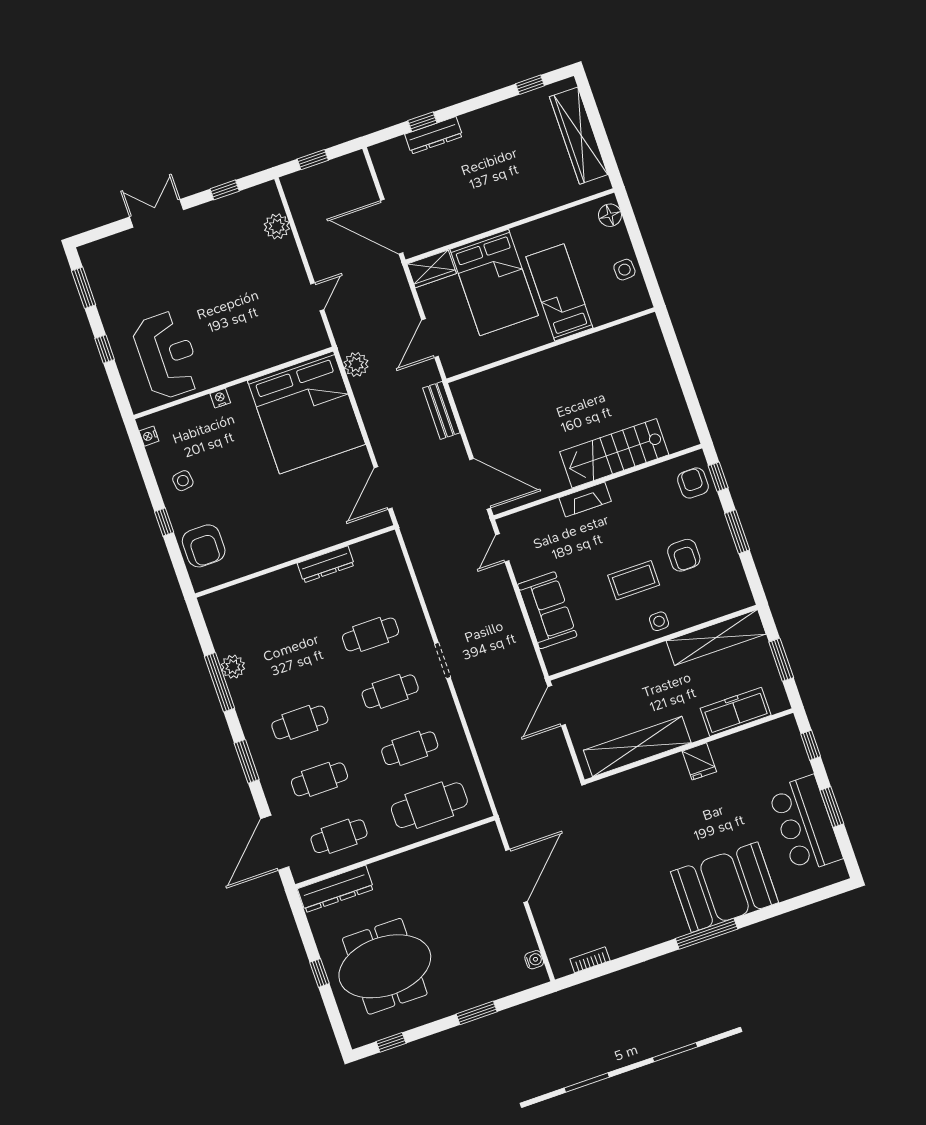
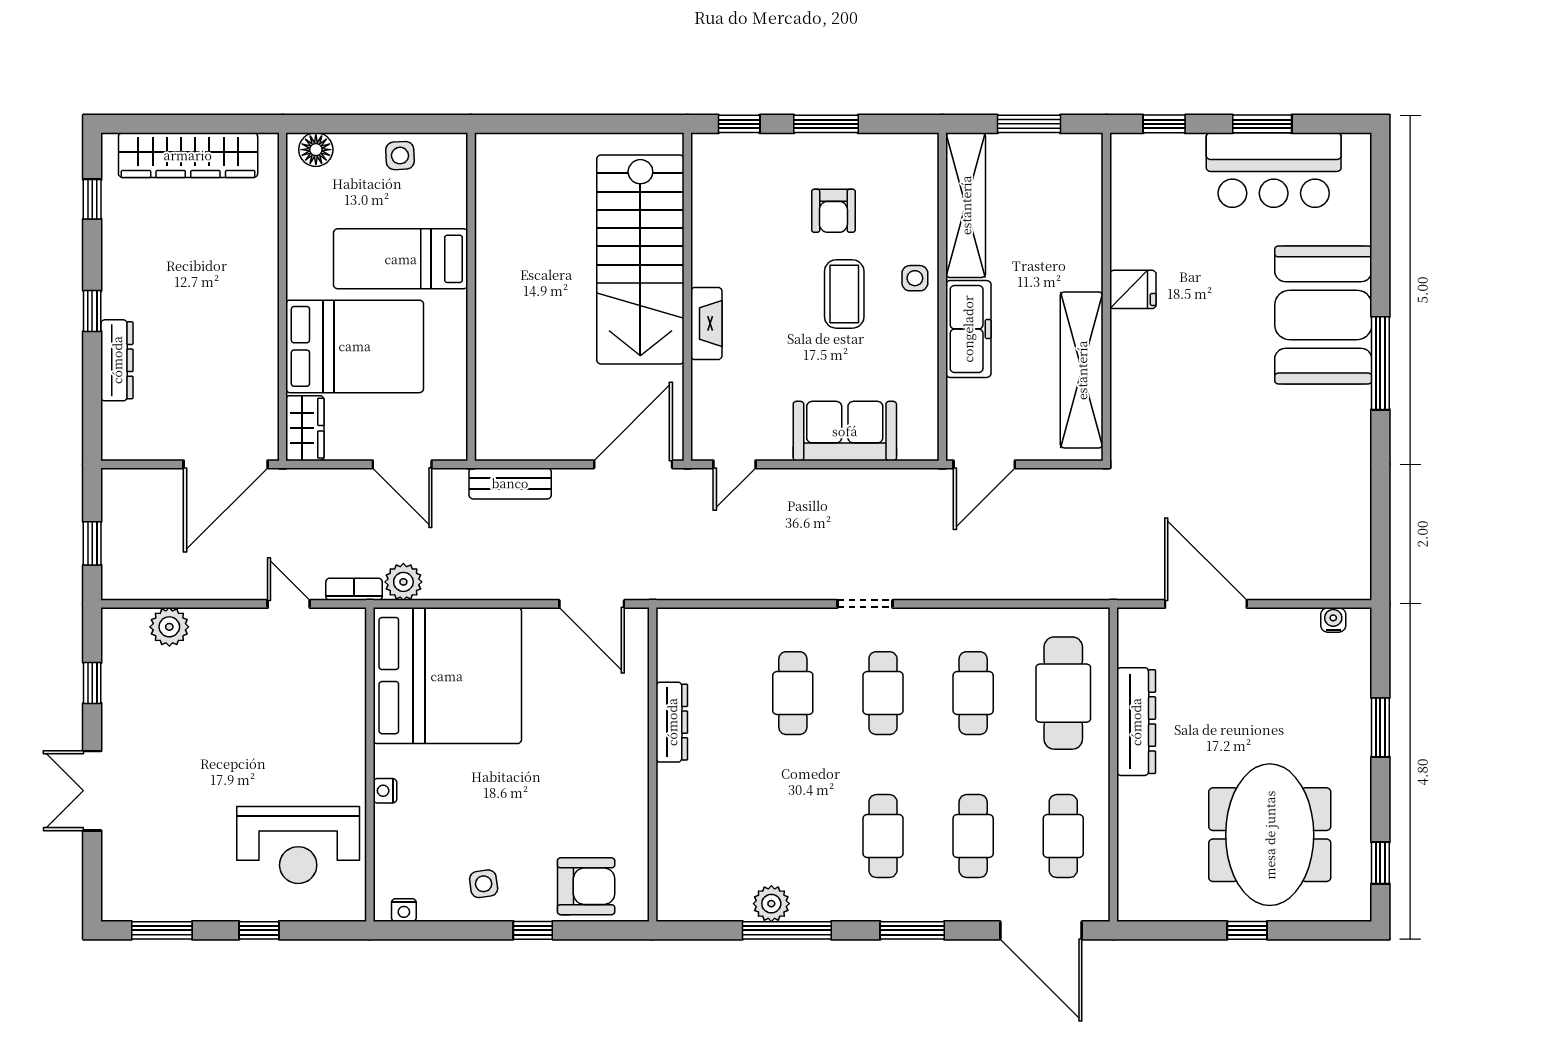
window: (422, 122) -> (92, 311), moved
reception desk: (167, 355) -> (298, 845), turned 180
stairs: (614, 453) -> (640, 260), width x1.36, depth x1.51
armchair: (693, 483) -> (736, 163), removed
door: (502, 548) -> (735, 464), hinge flipped
armchair: (684, 555) -> (833, 211), turned 90
door: (557, 706) -> (984, 464), hinge flipped
freezer: (736, 712) -> (968, 329), moved, turned 180
dresser: (336, 889) -> (1136, 722), moved
bookcase: (590, 960) -> (354, 589), moved, turned 90

